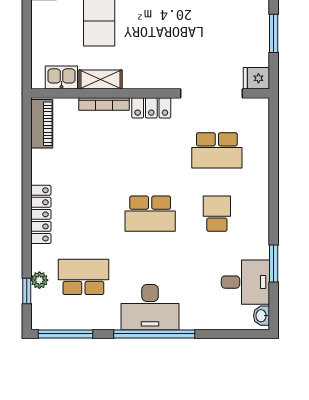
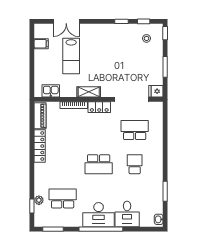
shelving: (101, 80) -> (89, 92), moved
school desk: (217, 150) -> (135, 130), turned 180
locker: (41, 214) -> (40, 146), moved
desk: (245, 282) -> (127, 214), moved, turned 90
window: (65, 334) -> (53, 229), width x0.69

